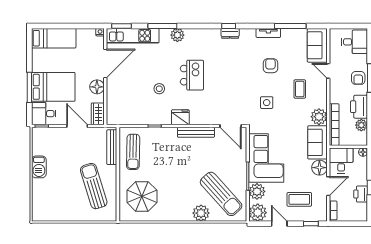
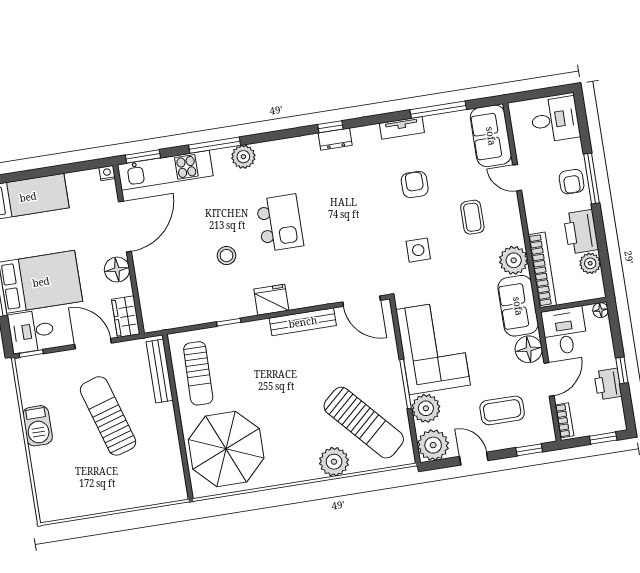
sun lounger: (94, 186) -> (108, 416), moved
parasol: (142, 196) -> (226, 449), width x1.36, depth x1.36
window: (353, 224) -> (603, 438), added

